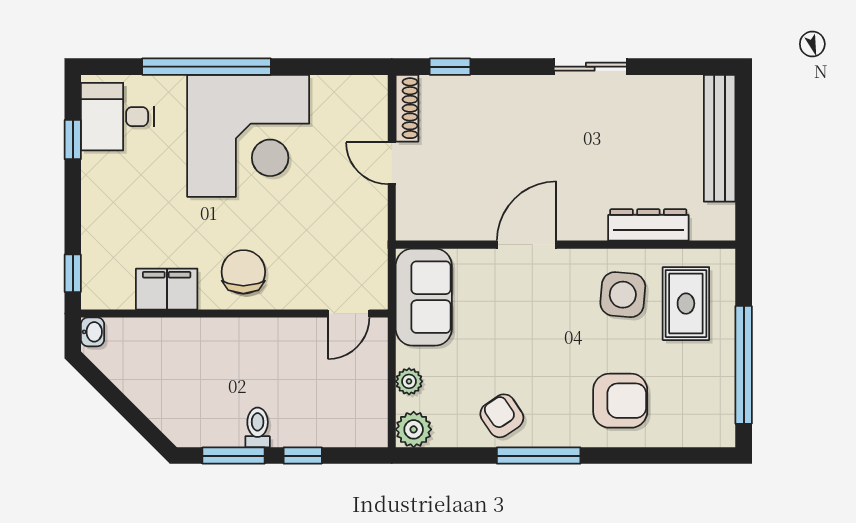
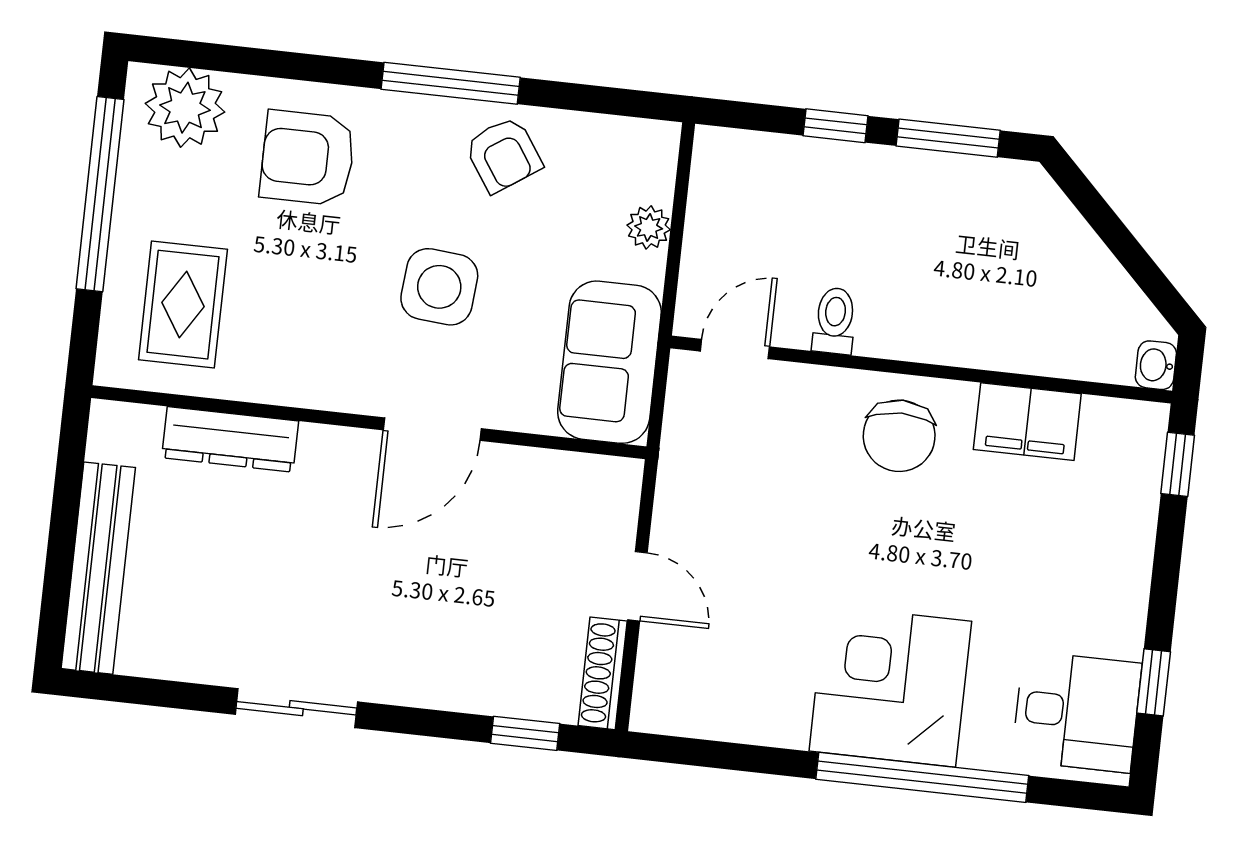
corner desk: (248, 136) -> (890, 686), width x0.74, depth x0.74
side table: (623, 295) -> (439, 287), moved
toilet: (258, 427) -> (835, 321), moved, turned 180
plant: (414, 429) -> (185, 108), moved, width x1.36, depth x1.36

